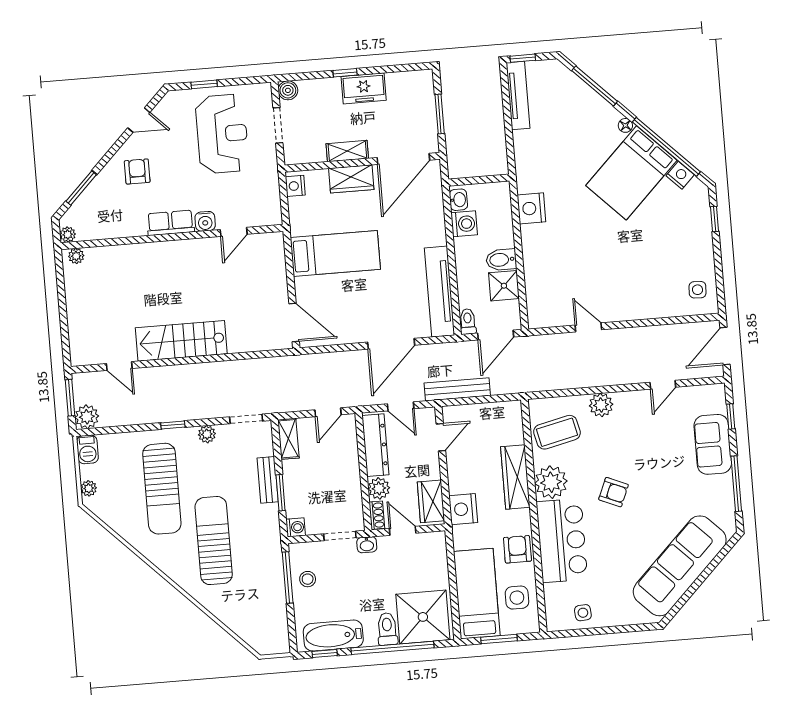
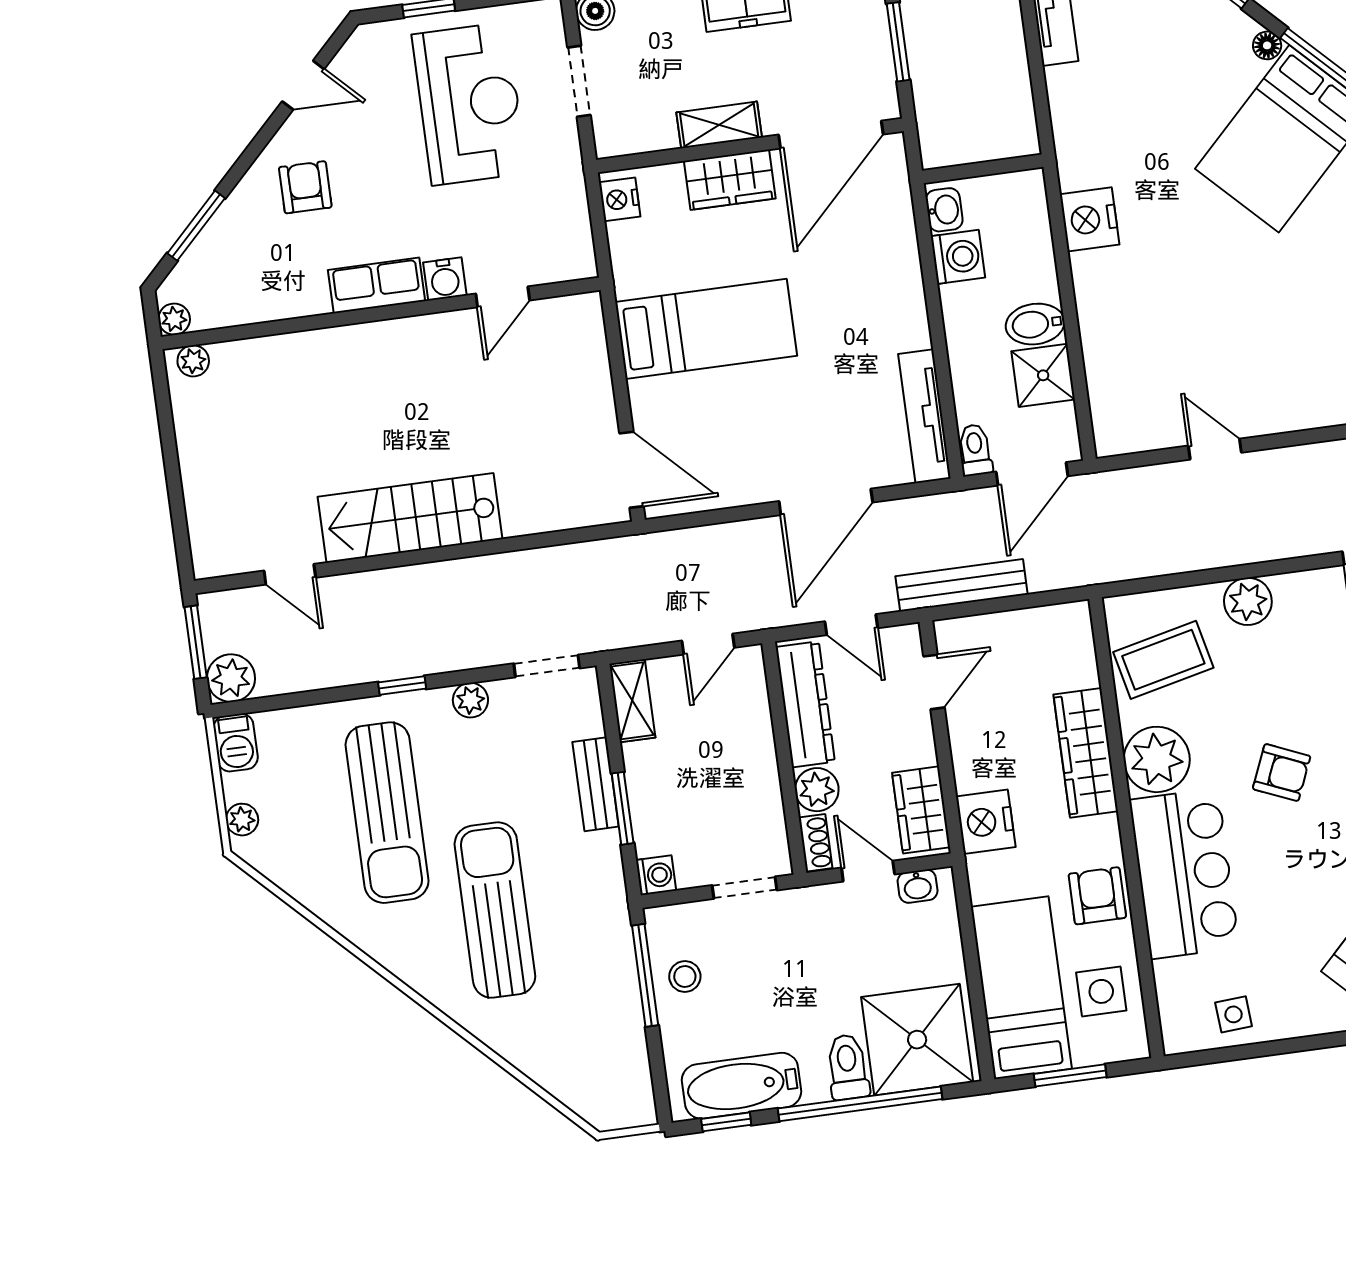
tv unit: (440, 292) -> (925, 416), width x0.73, depth x0.78
washbasin: (367, 545) -> (918, 886), moved

